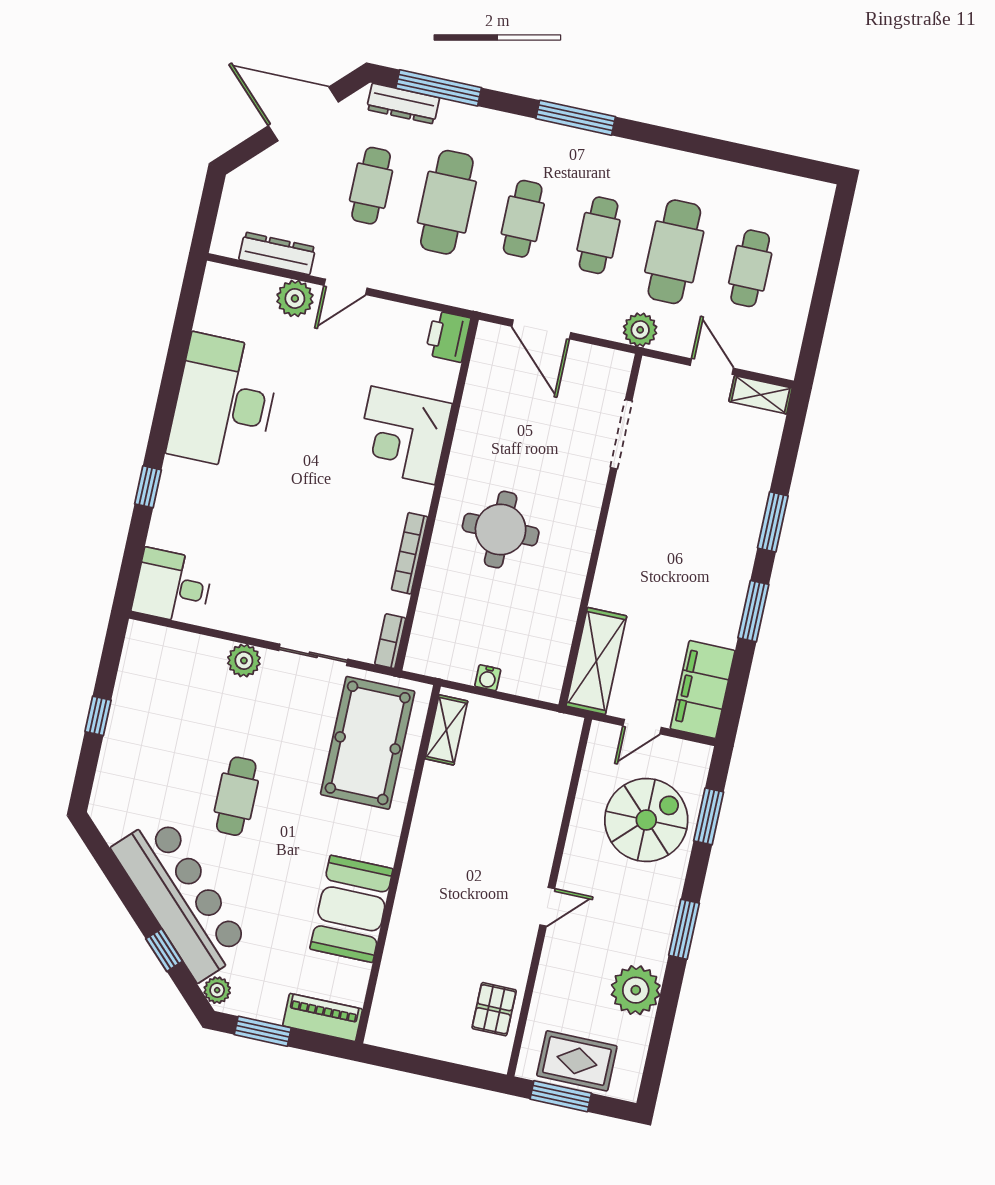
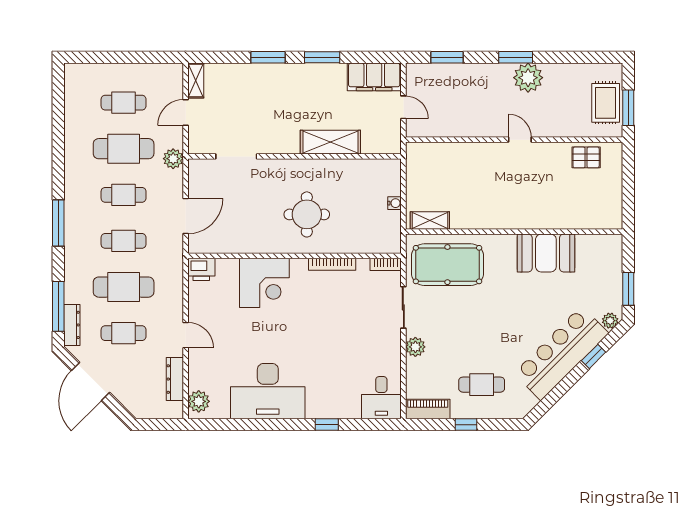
plant: (295, 298) -> (199, 401), moved
shelving: (596, 661) -> (330, 142), moved
cafe table: (236, 796) -> (482, 385), moved
spiral stairs: (646, 820) -> (457, 93), removed
plant: (636, 990) -> (528, 78), moved
piano: (323, 1017) -> (428, 409), moved, turned 90

